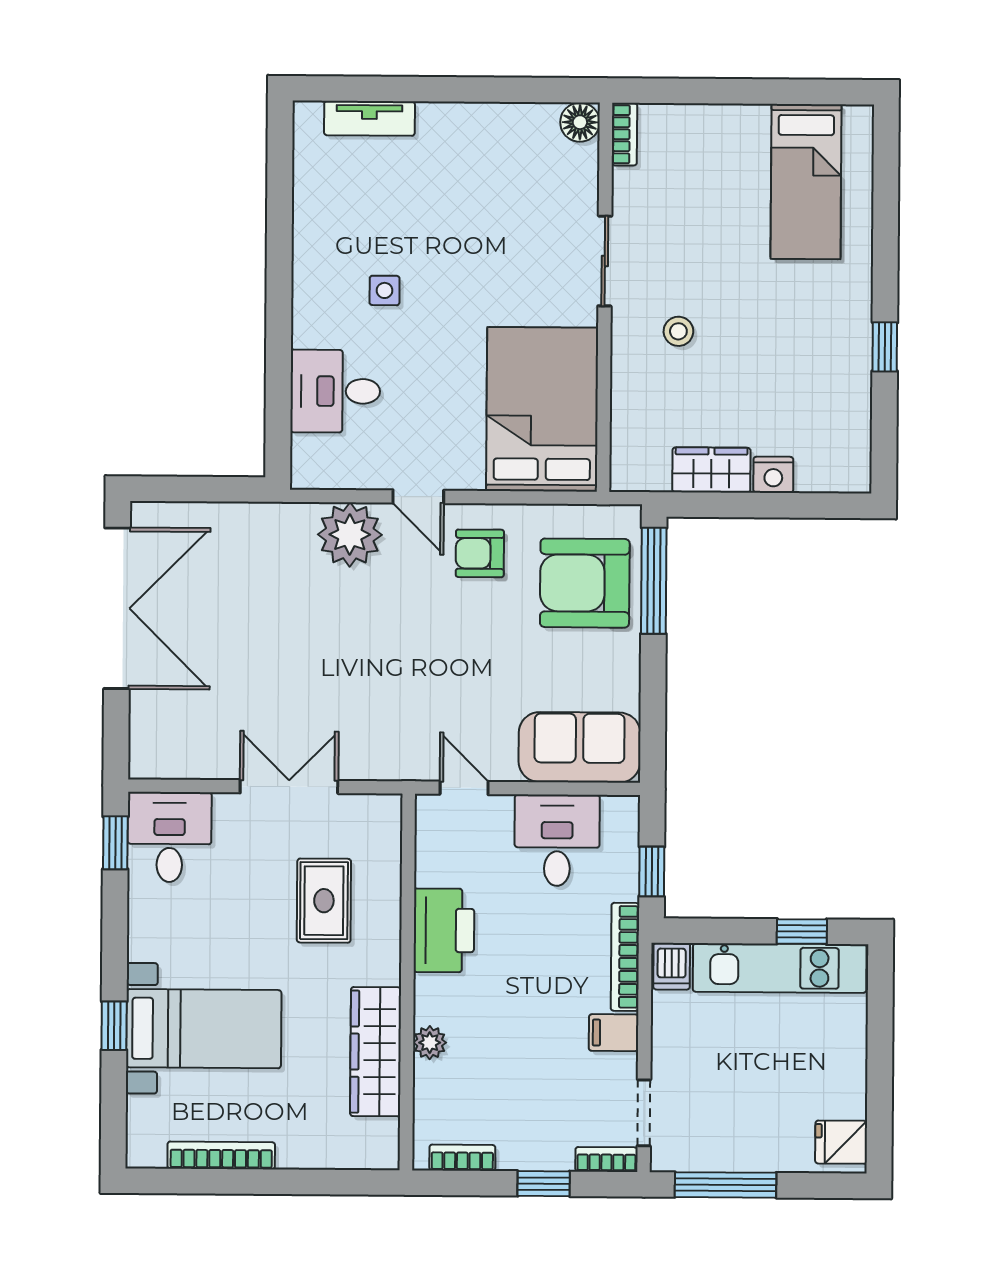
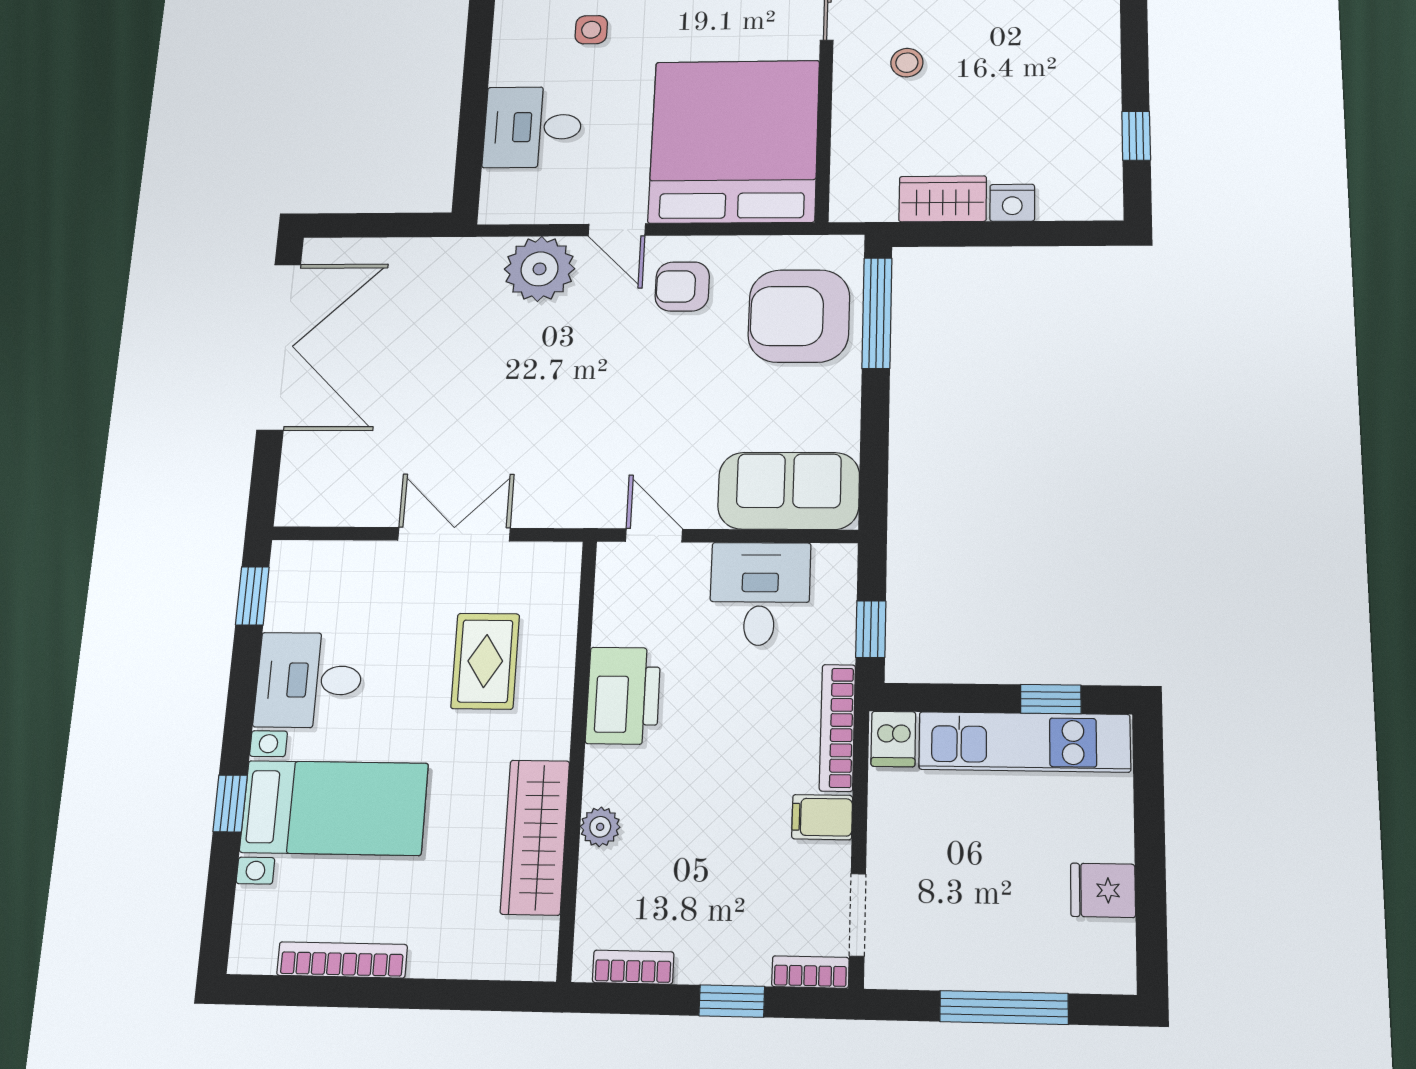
window: (885, 347) -> (1136, 136), moved
bed: (542, 409) -> (734, 141), width x1.36
desk: (169, 837) -> (309, 680), moved, turned -90
fridge: (841, 1142) -> (1103, 890), moved
window: (725, 1185) -> (1004, 1008), moved

